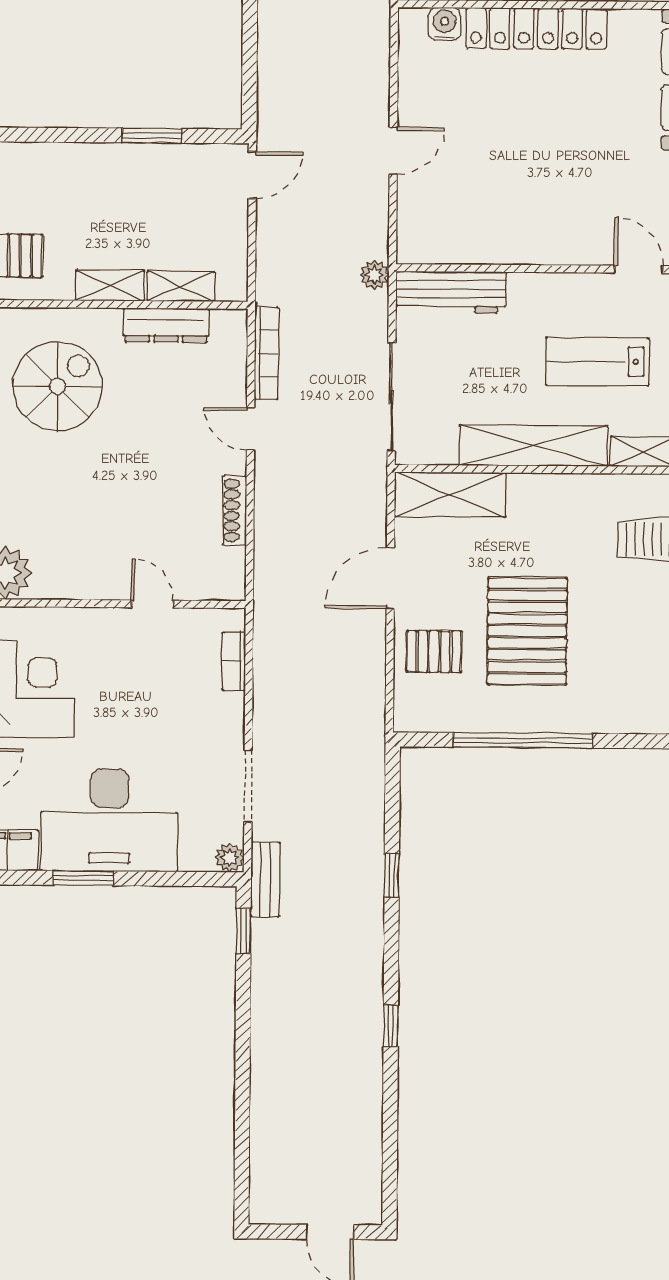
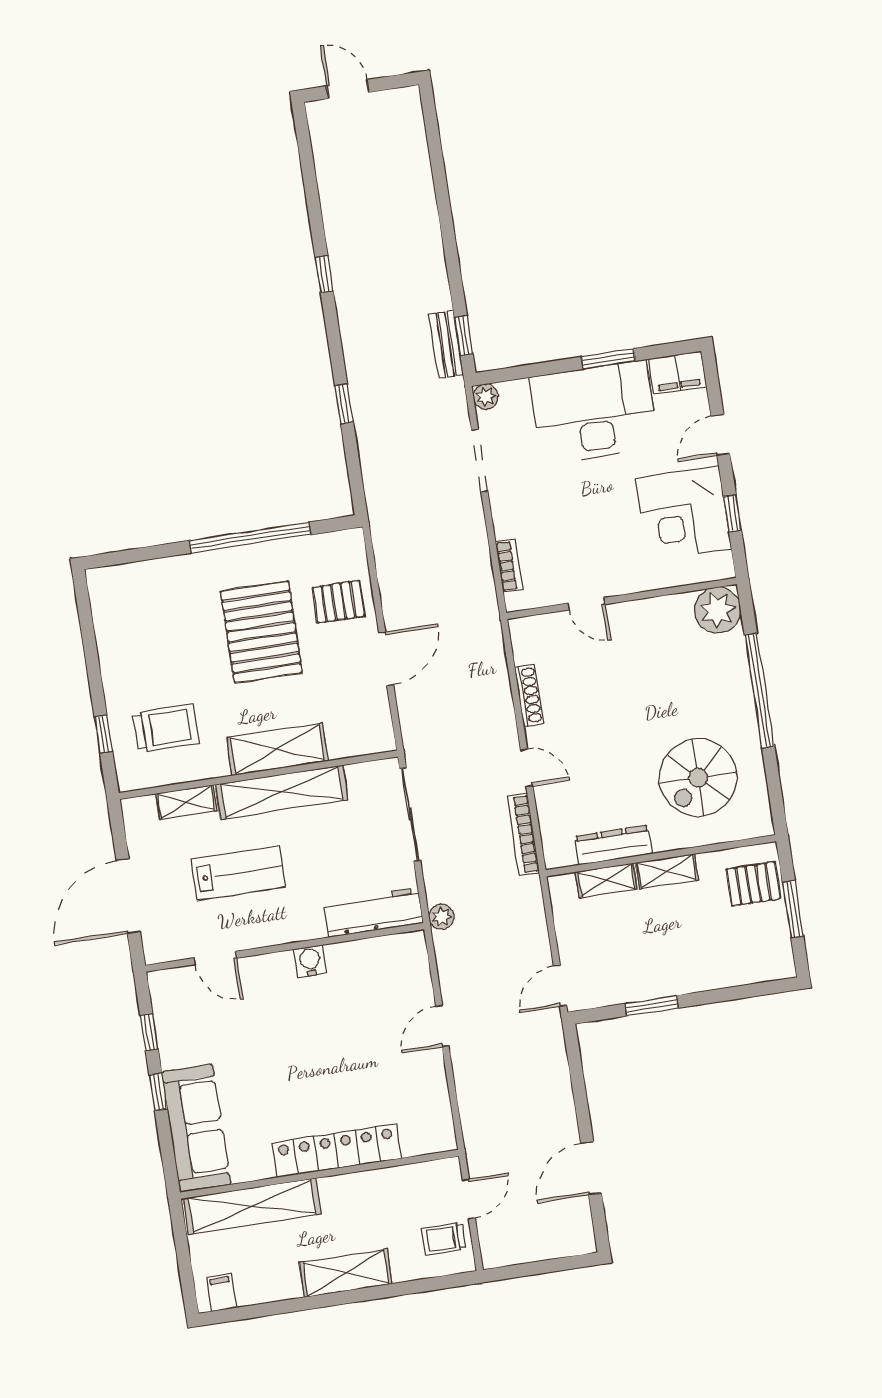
water cooler: (445, 24) -> (310, 961), moved, turned 180
shelving: (450, 495) -> (277, 749), moved
bench: (265, 879) -> (446, 345), moved

